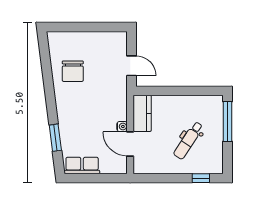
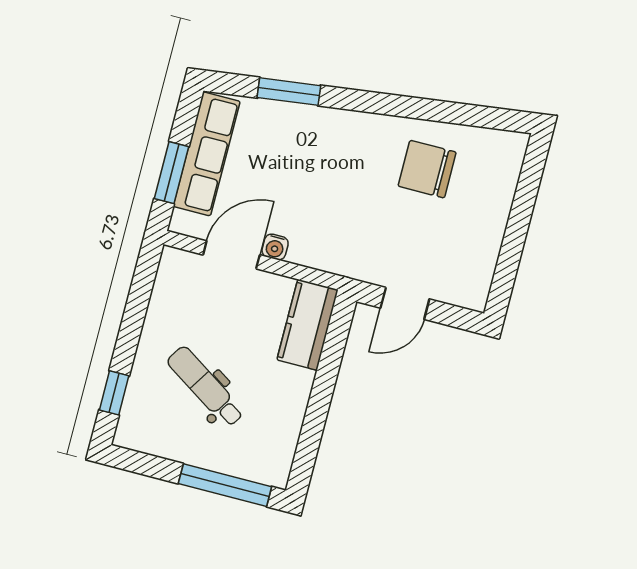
kitchen counter: (142, 113) -> (308, 325), moved, turned 90
row of seats: (82, 165) -> (207, 154), width x1.48
window: (102, 178) -> (171, 173), added

